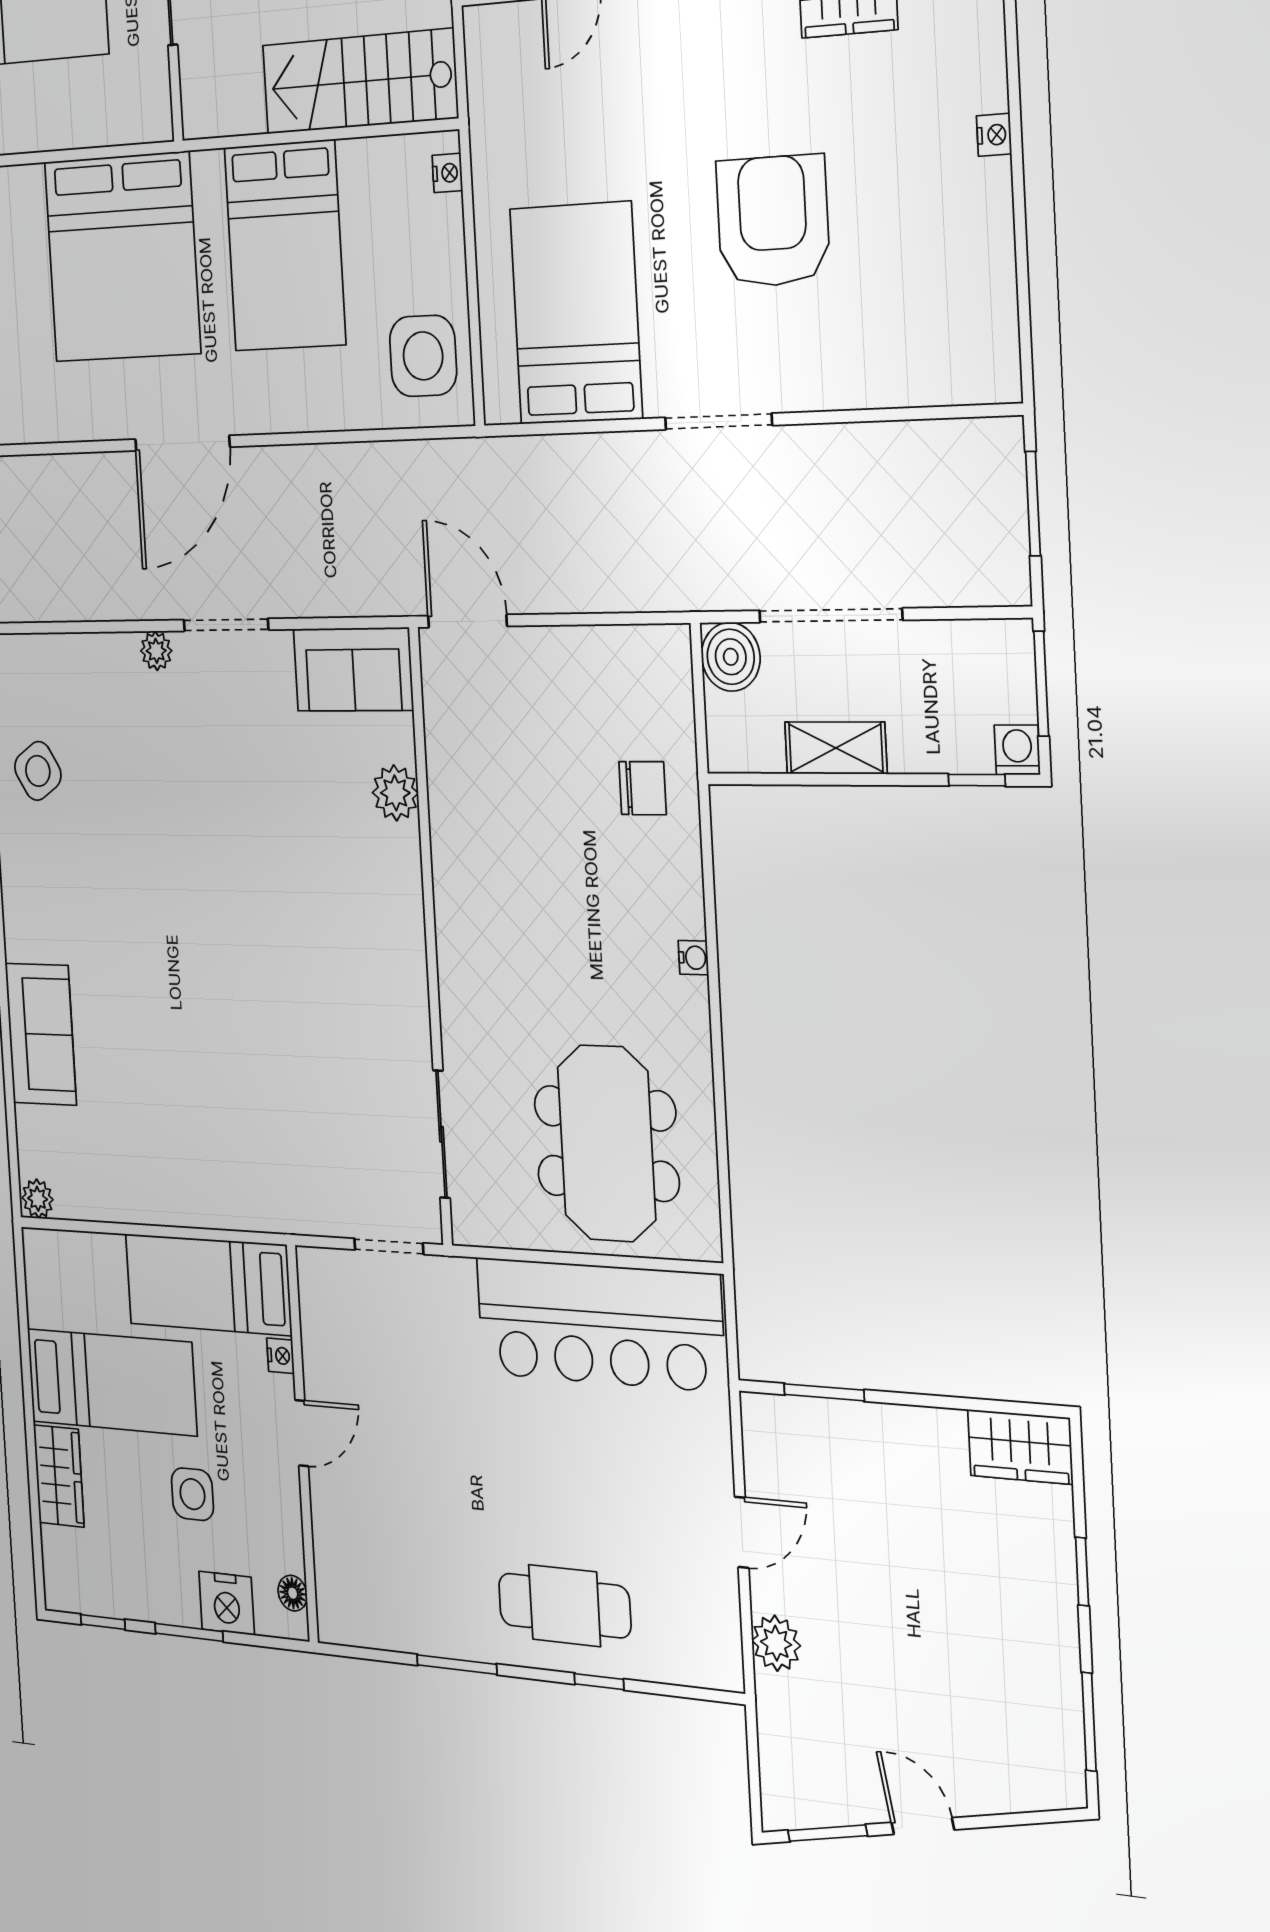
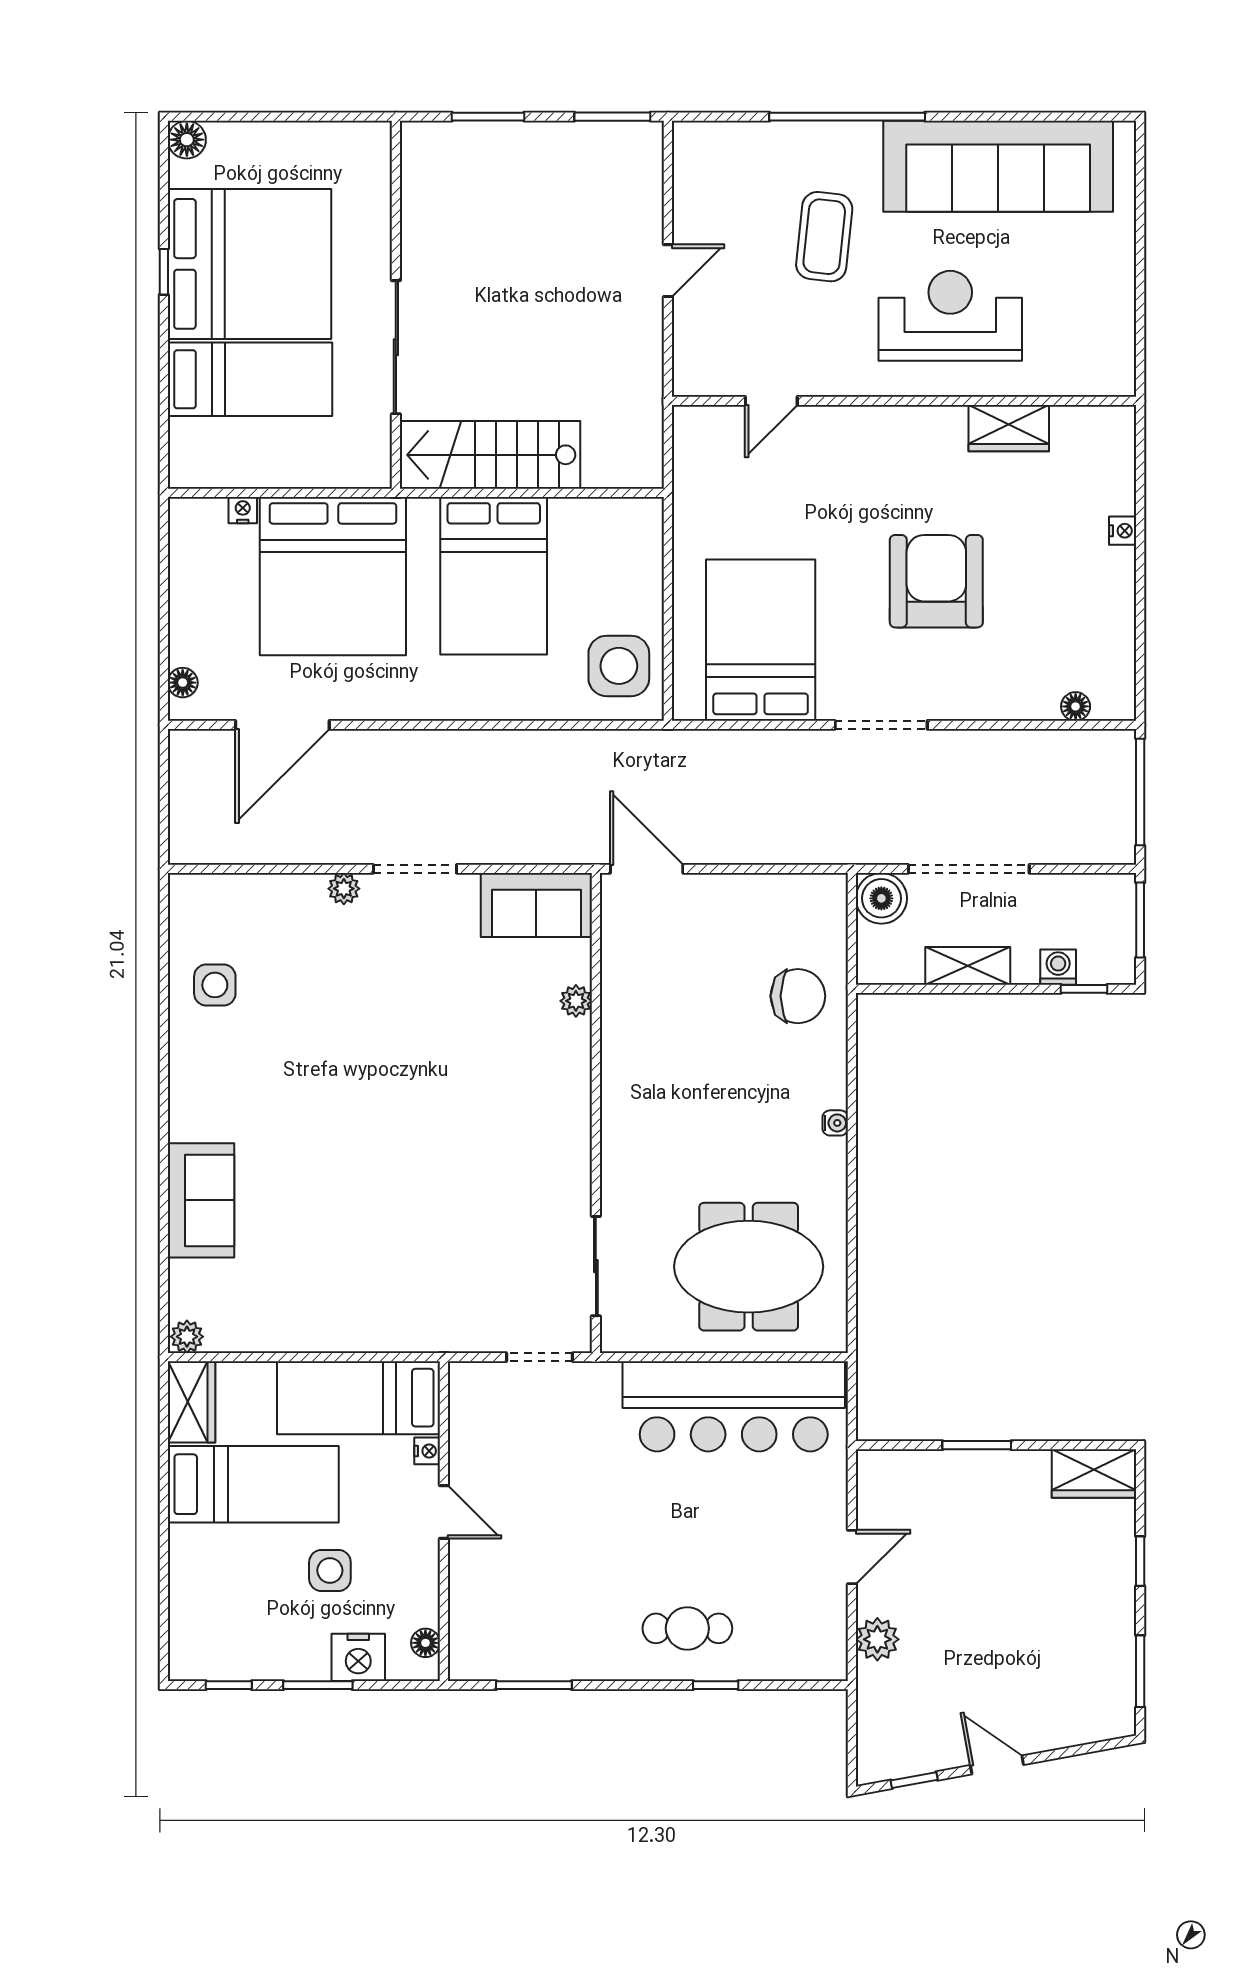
stairs: (360, 82) -> (490, 455), moved
nightstand: (447, 173) -> (243, 510), moved, turned -90
floor lamp: (948, 386) -> (1076, 706), added
door: (182, 443) -> (282, 725), moved
window: (1033, 504) -> (1140, 792), width x1.44
washing machine: (1017, 750) -> (1058, 967), moved
side table: (38, 771) -> (215, 985), turned 33
chair: (643, 788) -> (798, 996), width x1.37, depth x1.37
plant: (395, 793) -> (576, 1001), width x0.73, depth x0.73
meeting table: (606, 1143) -> (749, 1267), turned 90
window: (824, 1392) -> (977, 1445), moved
door: (302, 1433) -> (444, 1512), hinge flipped
wardrobe: (59, 1476) -> (191, 1402), moved
cafe table: (565, 1606) -> (687, 1628), width x0.73, depth x0.74
window: (457, 1665) -> (534, 1685), moved
window: (827, 1833) -> (914, 1780), width x0.67

